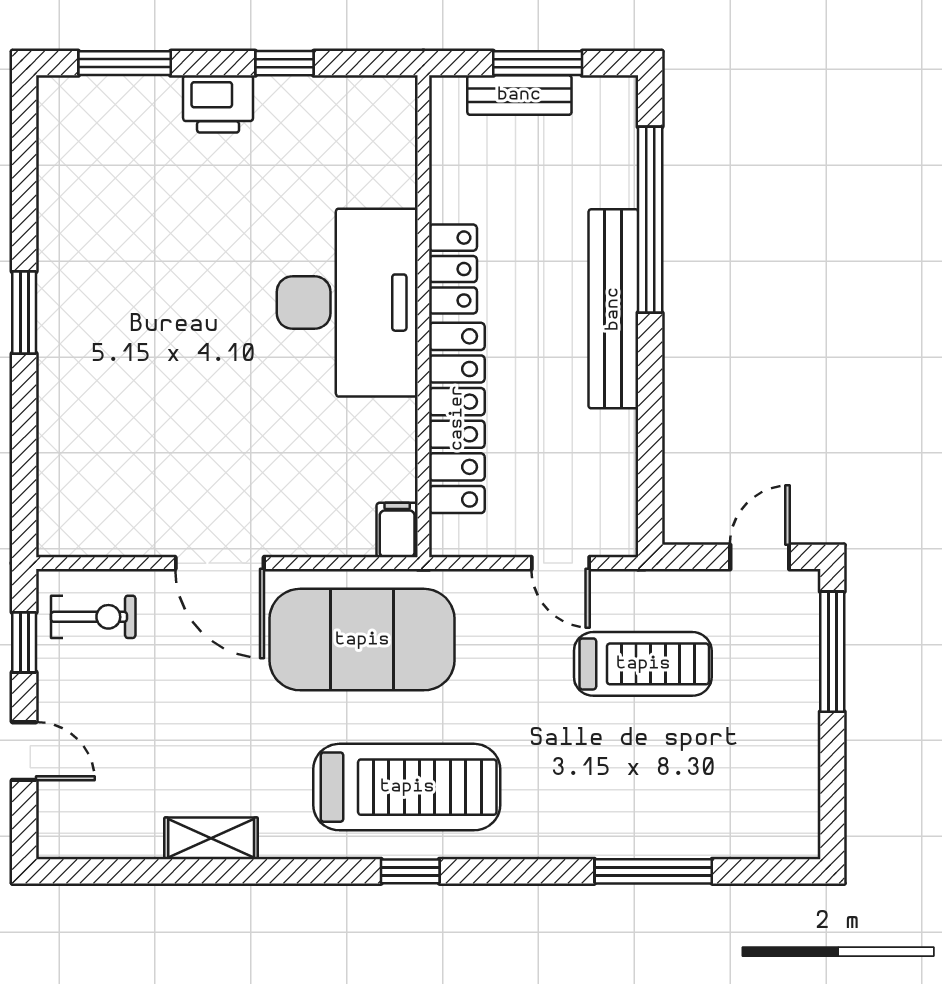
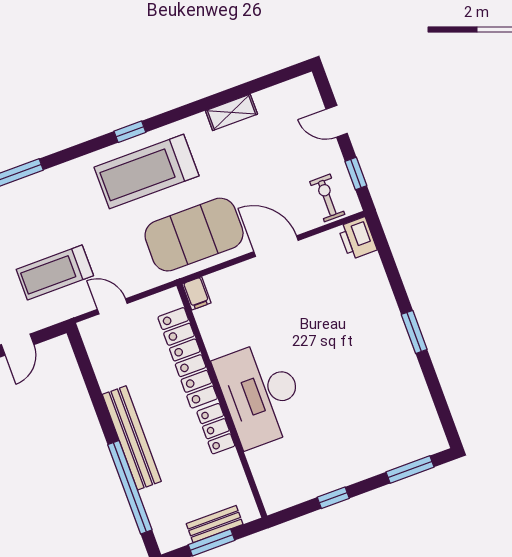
printer: (218, 104) -> (357, 238), moved, turned -90
exercise bike: (93, 617) -> (327, 198), turned 90

